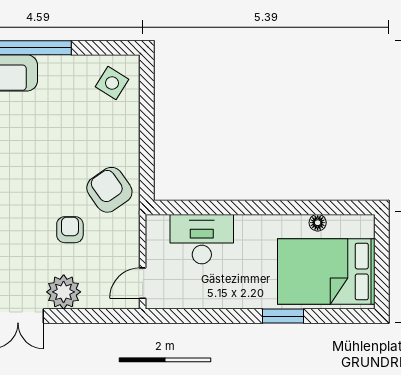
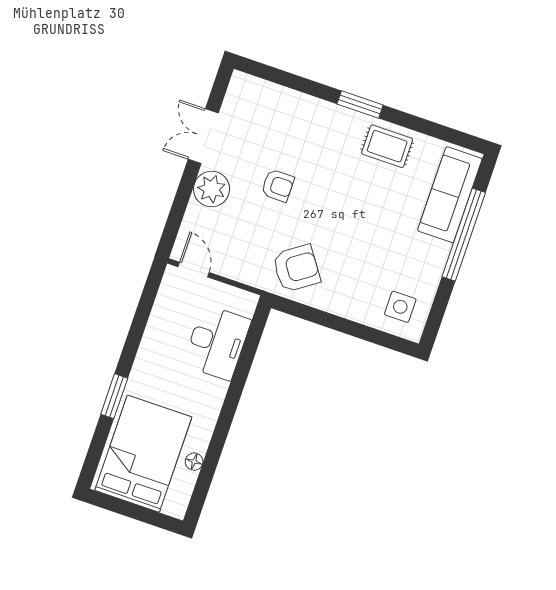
side table: (112, 83) -> (400, 307), turned -32
armchair: (70, 230) -> (278, 186), moved

